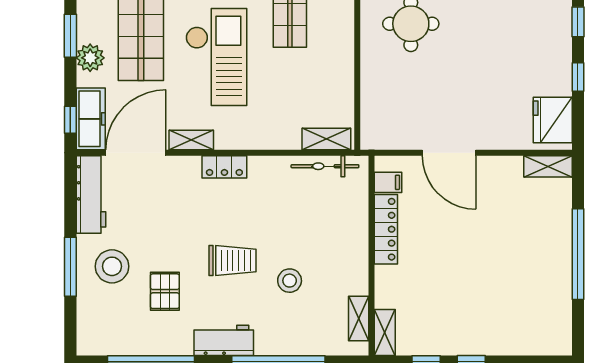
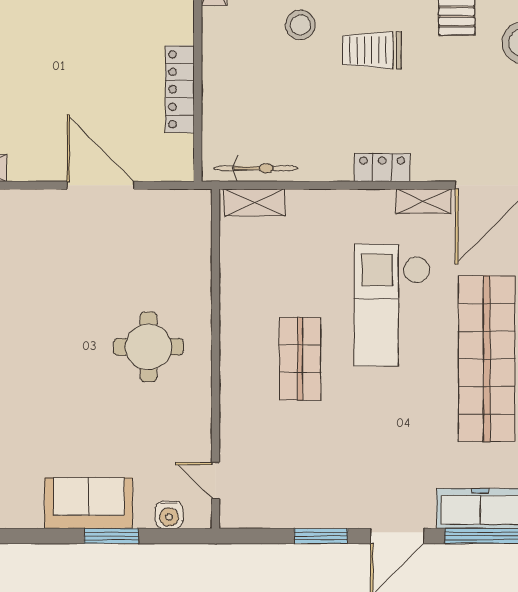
filing cabinet: (388, 182) -> (177, 148), removed

